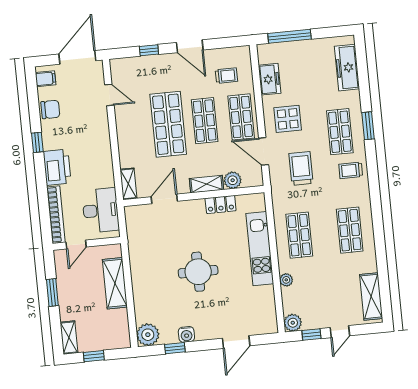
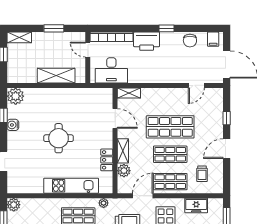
plant: (286, 280) -> (104, 203), moved

